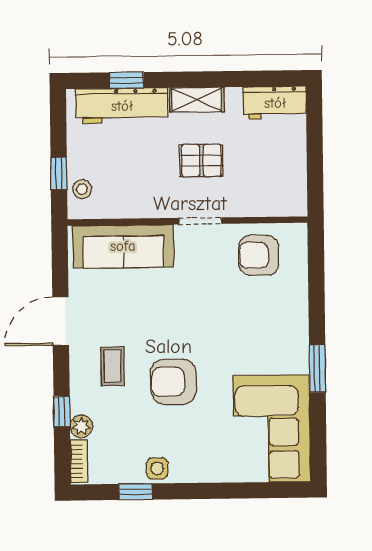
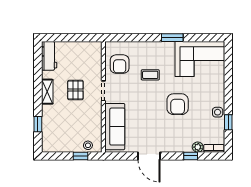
workbench: (122, 106) -> (50, 127), removed
coffee table: (113, 366) -> (150, 75), moved

